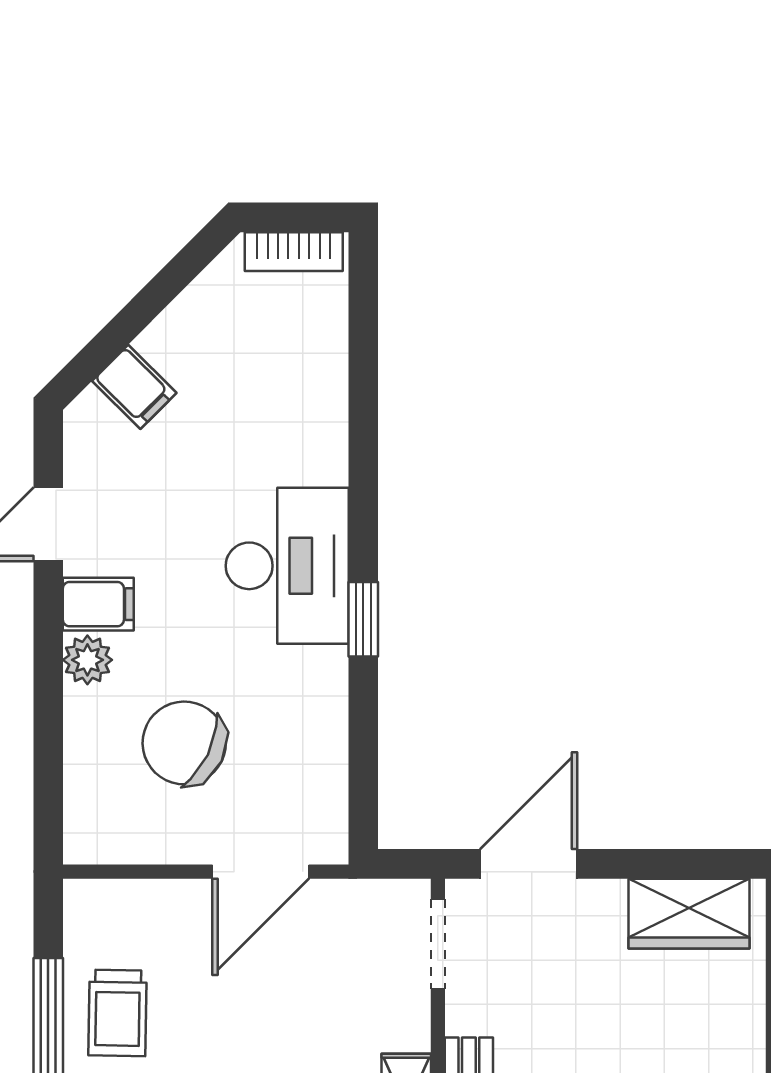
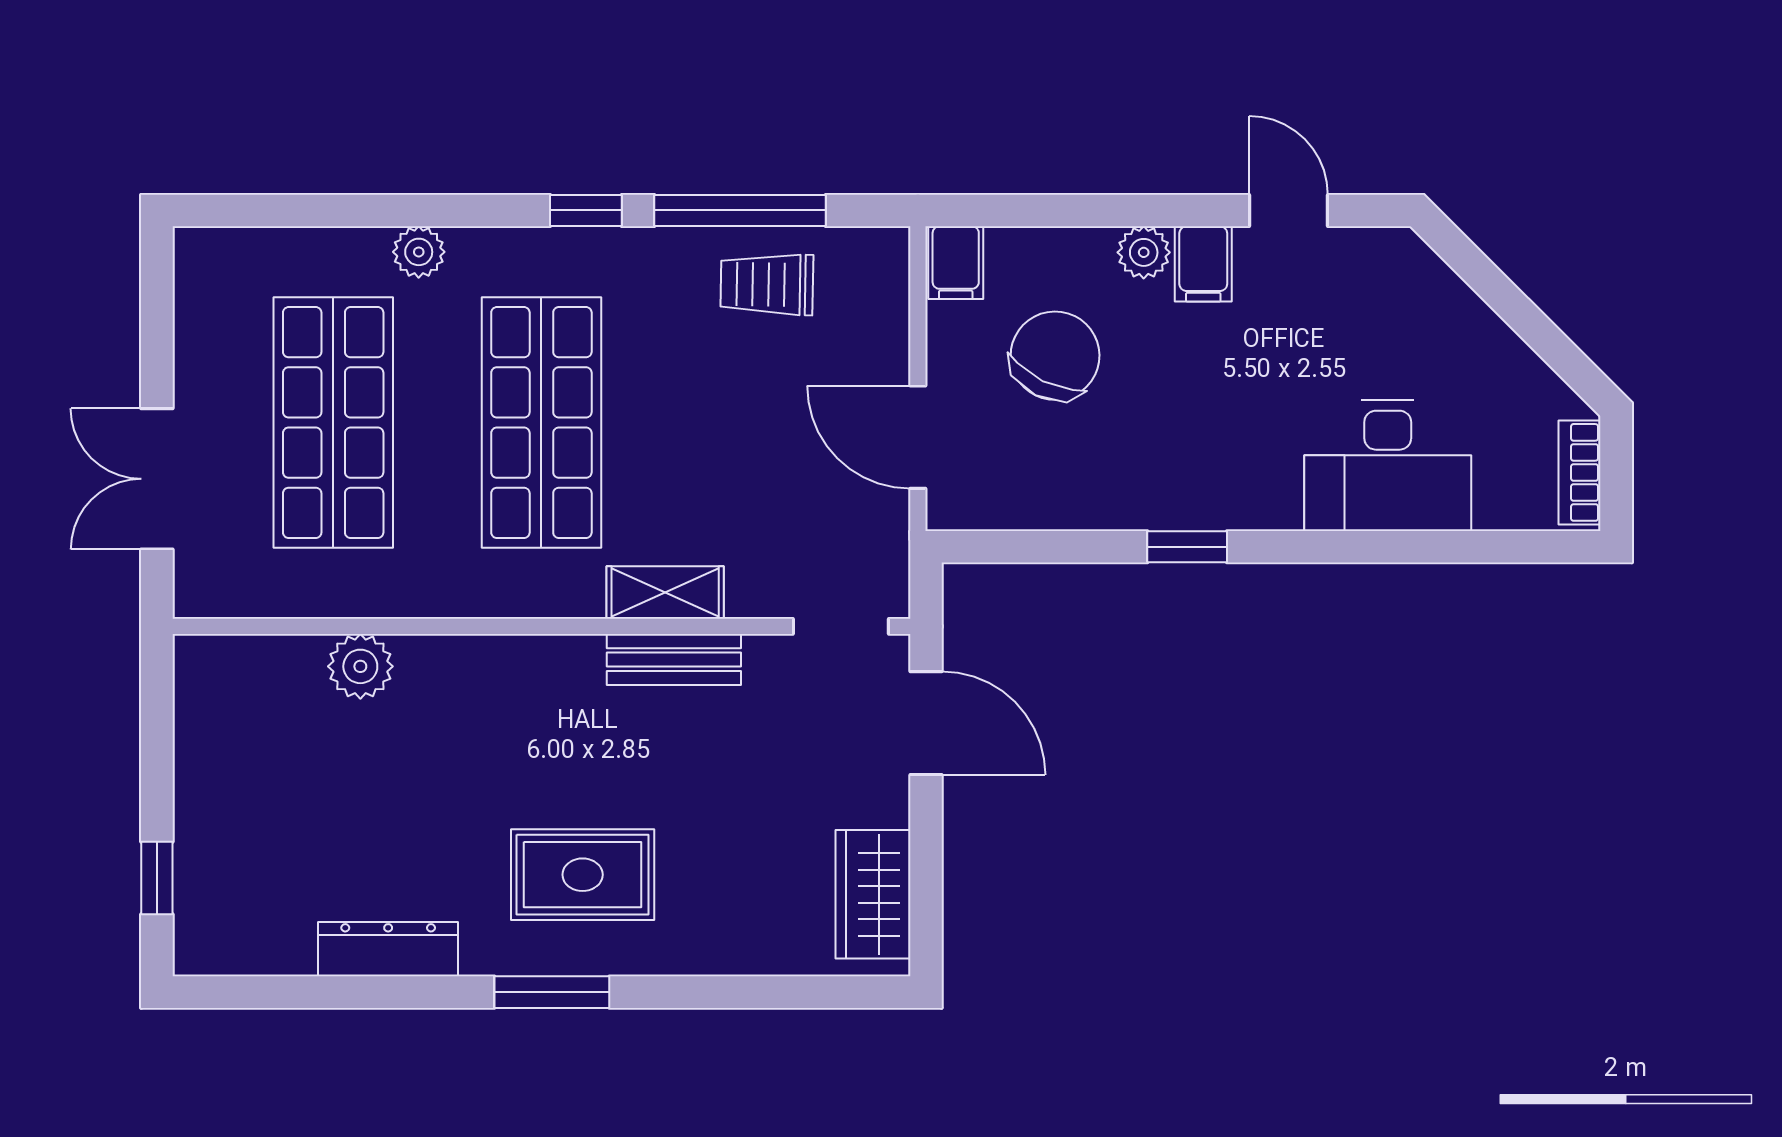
filing cabinet: (134, 387) -> (956, 263), moved, turned -45
desk: (287, 566) -> (1388, 466), moved

